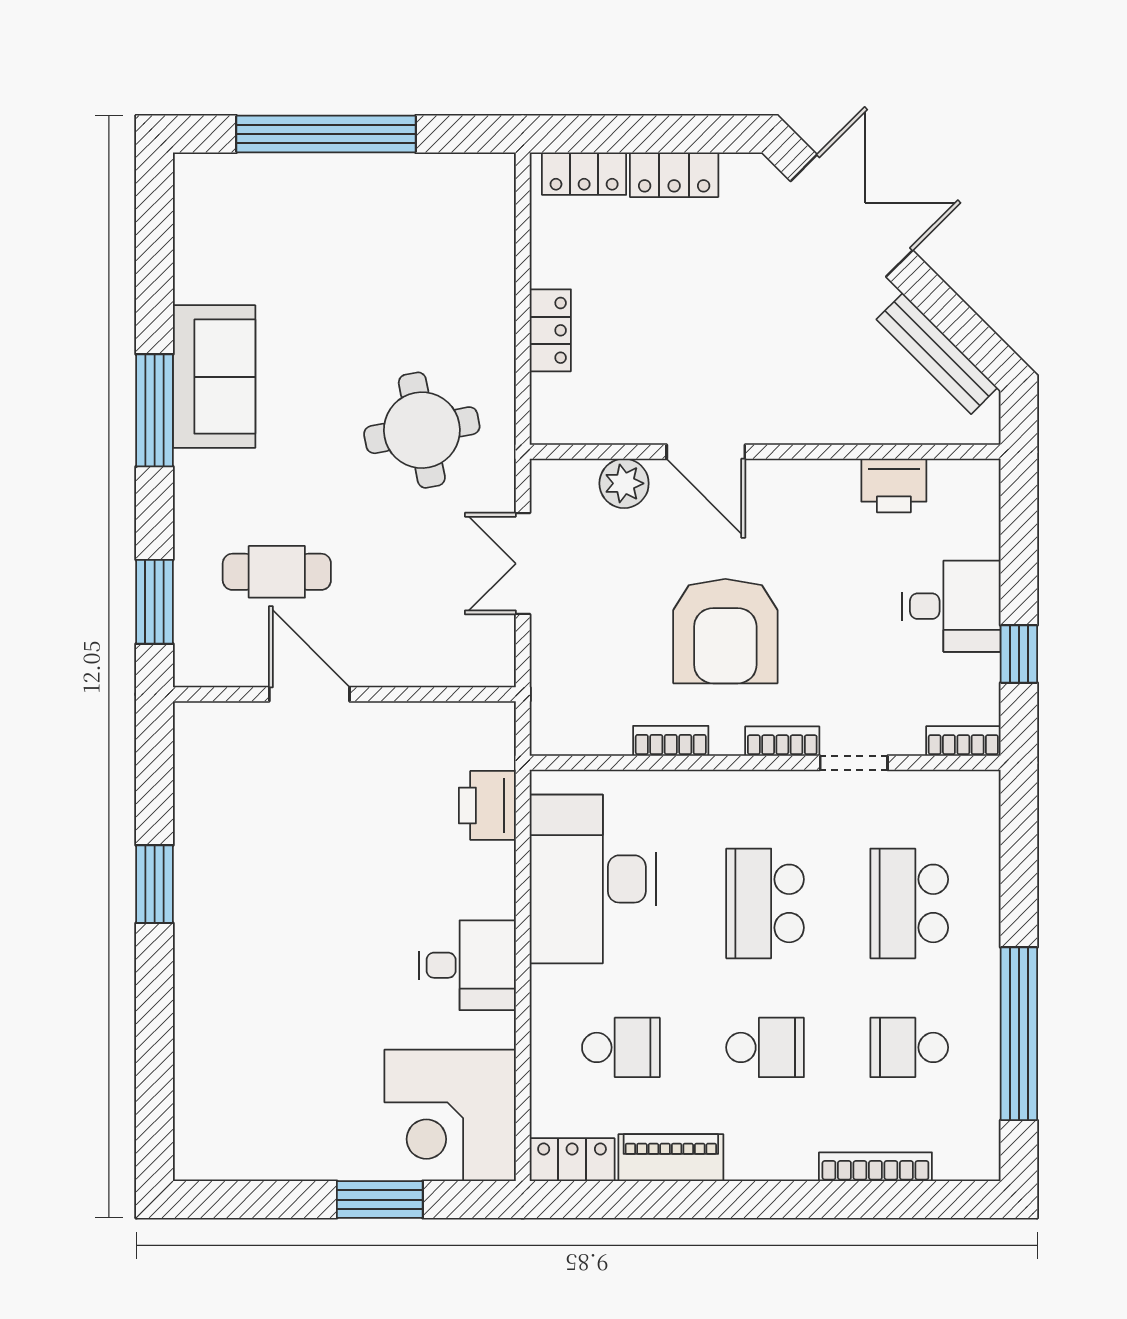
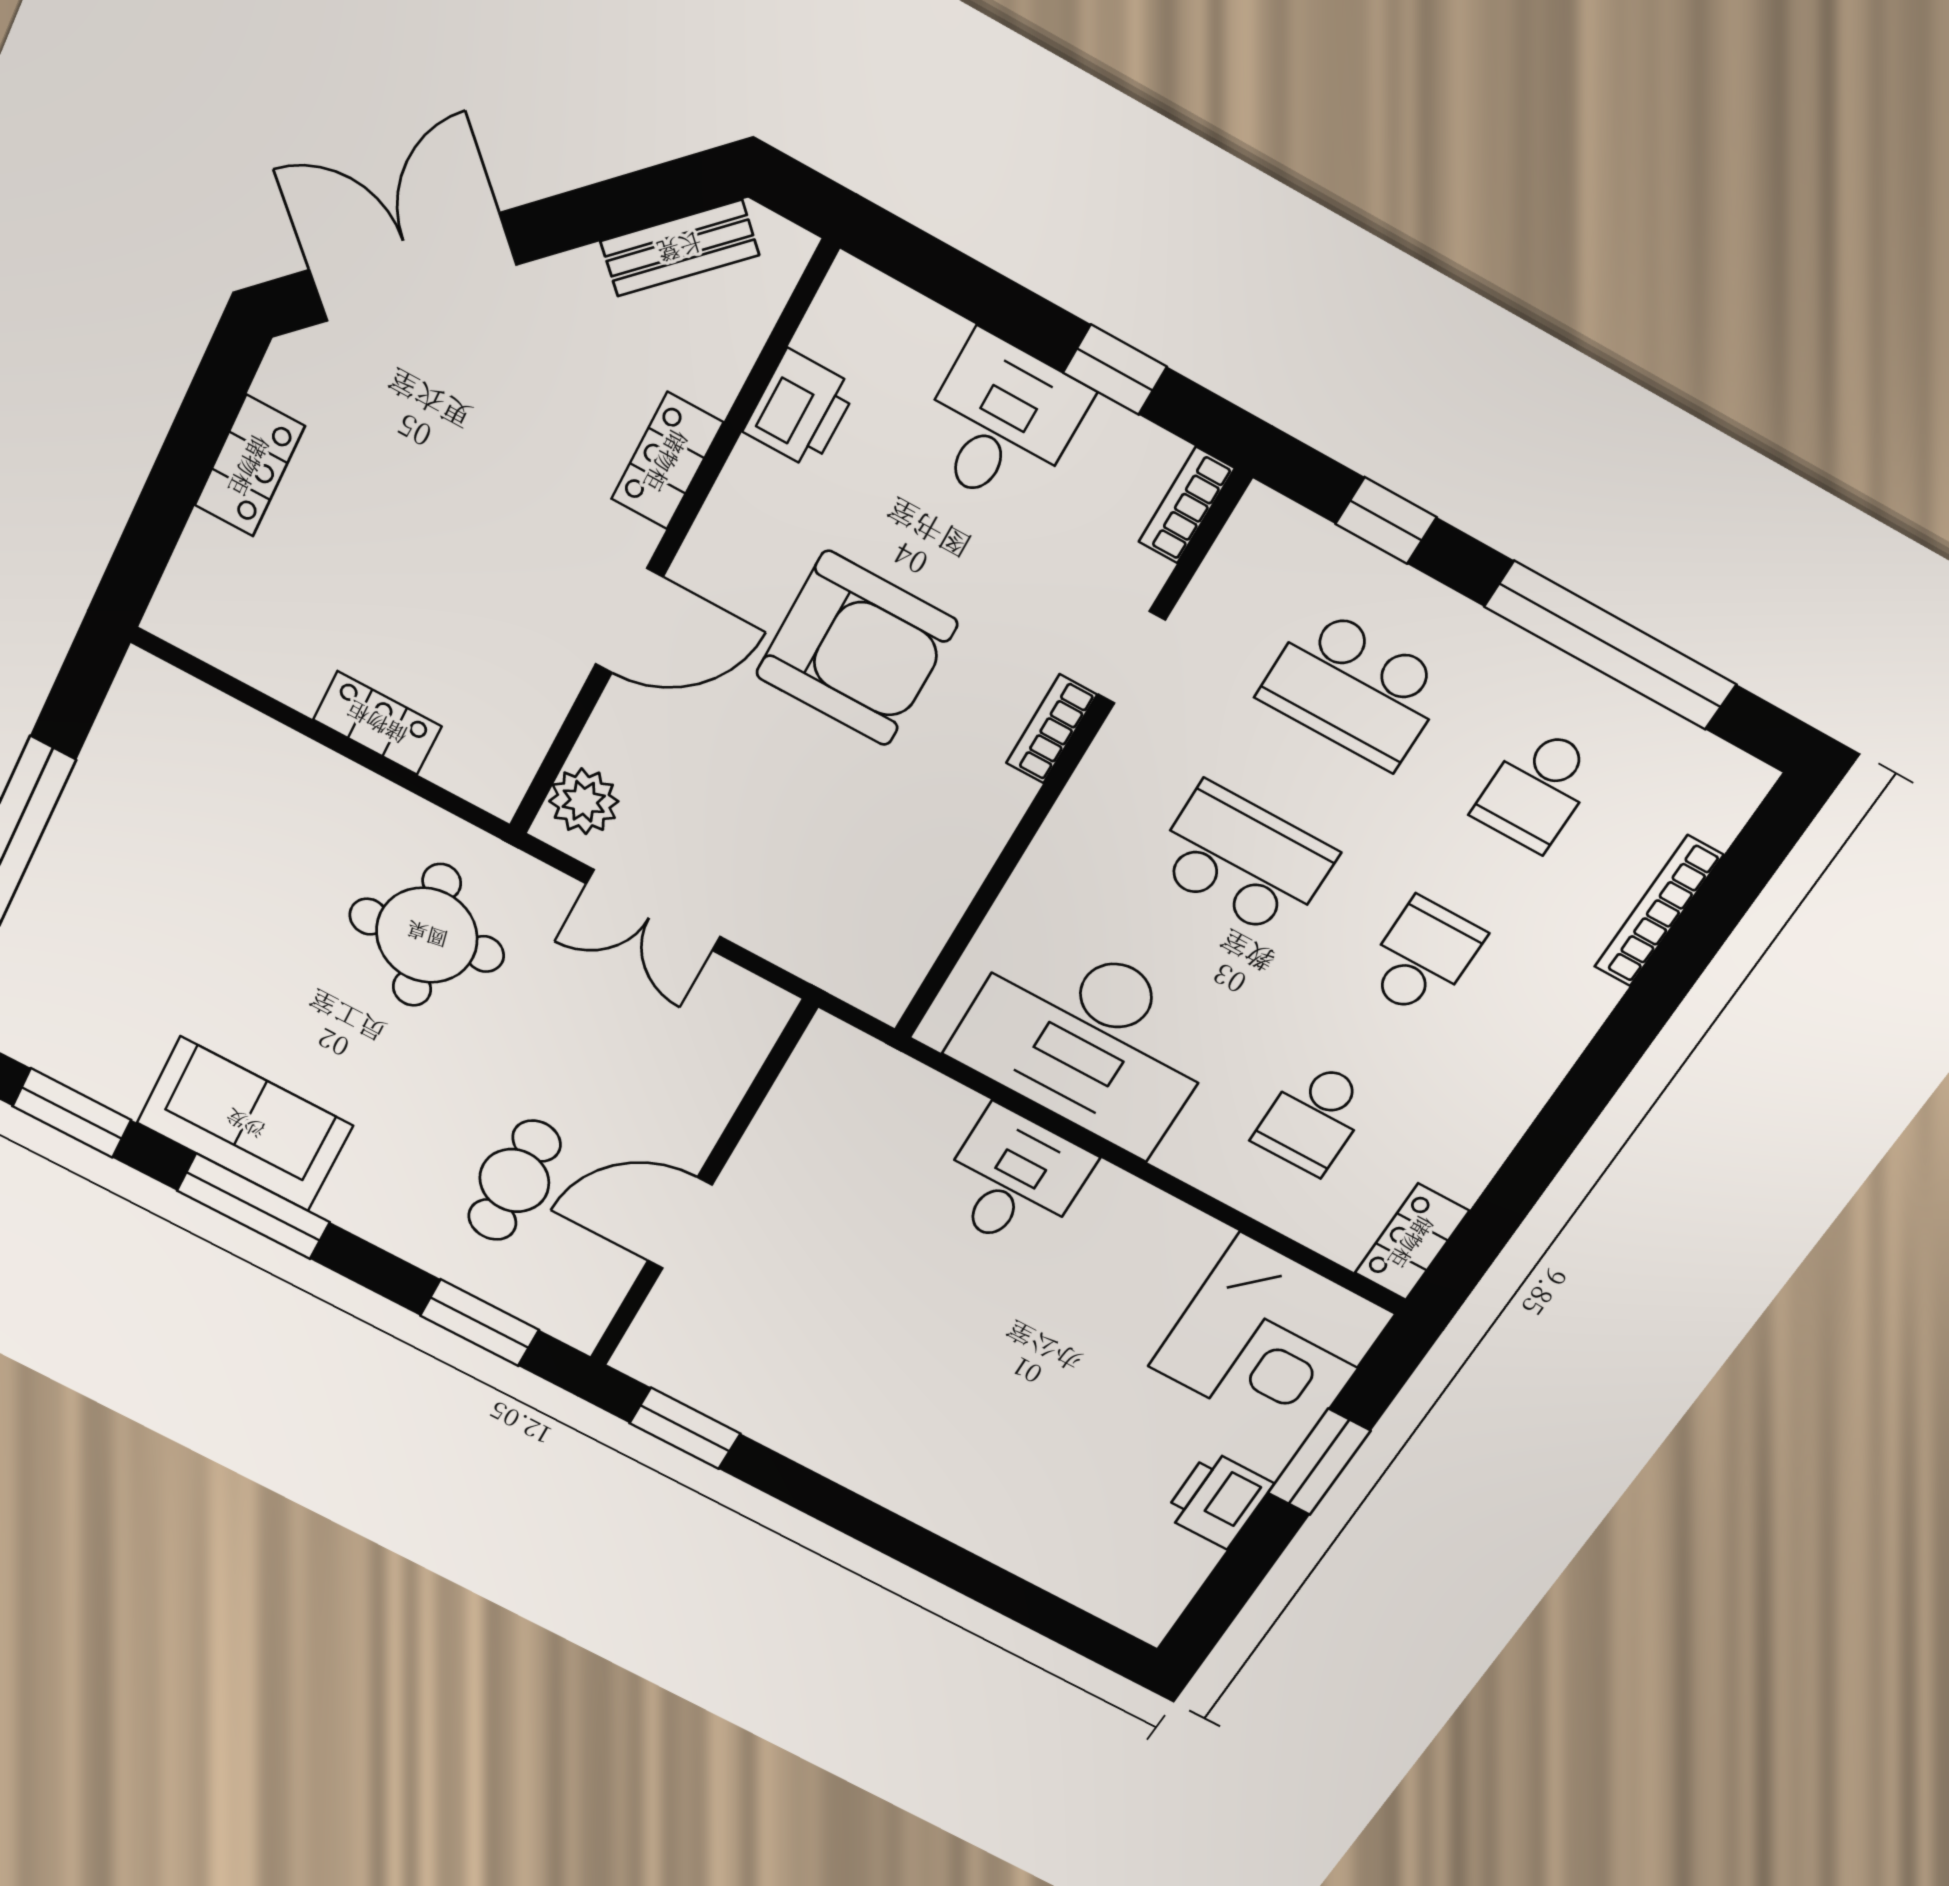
locker: (584, 174) -> (667, 461), moved, turned 180
window: (155, 259) -> (72, 1113), added
bench: (937, 354) -> (680, 248), width x0.73
plant: (624, 483) -> (584, 801), moved
armchair: (725, 631) -> (857, 649), moved
bookcase: (671, 741) -> (972, 860), removed
printer: (487, 805) -> (1218, 1500), moved, turned 90
window: (1019, 860) -> (1386, 521), added
window: (155, 884) -> (685, 1428), moved
school desk: (765, 903) -> (1243, 860), turned 180
desk: (467, 965) -> (1013, 1180), moved
school desk: (621, 1047) -> (1313, 1118), turned 180
piano: (671, 1158) -> (1484, 1135), removed

